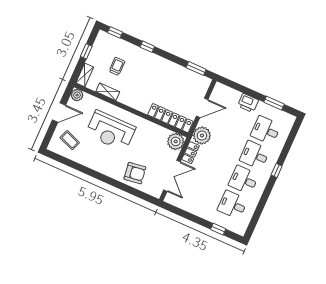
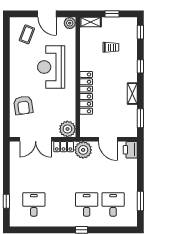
shelving: (108, 92) -> (132, 94), moved
printer: (248, 103) -> (130, 150), moved
locker: (170, 118) -> (86, 93), moved
desk: (244, 180) -> (60, 204), removed

